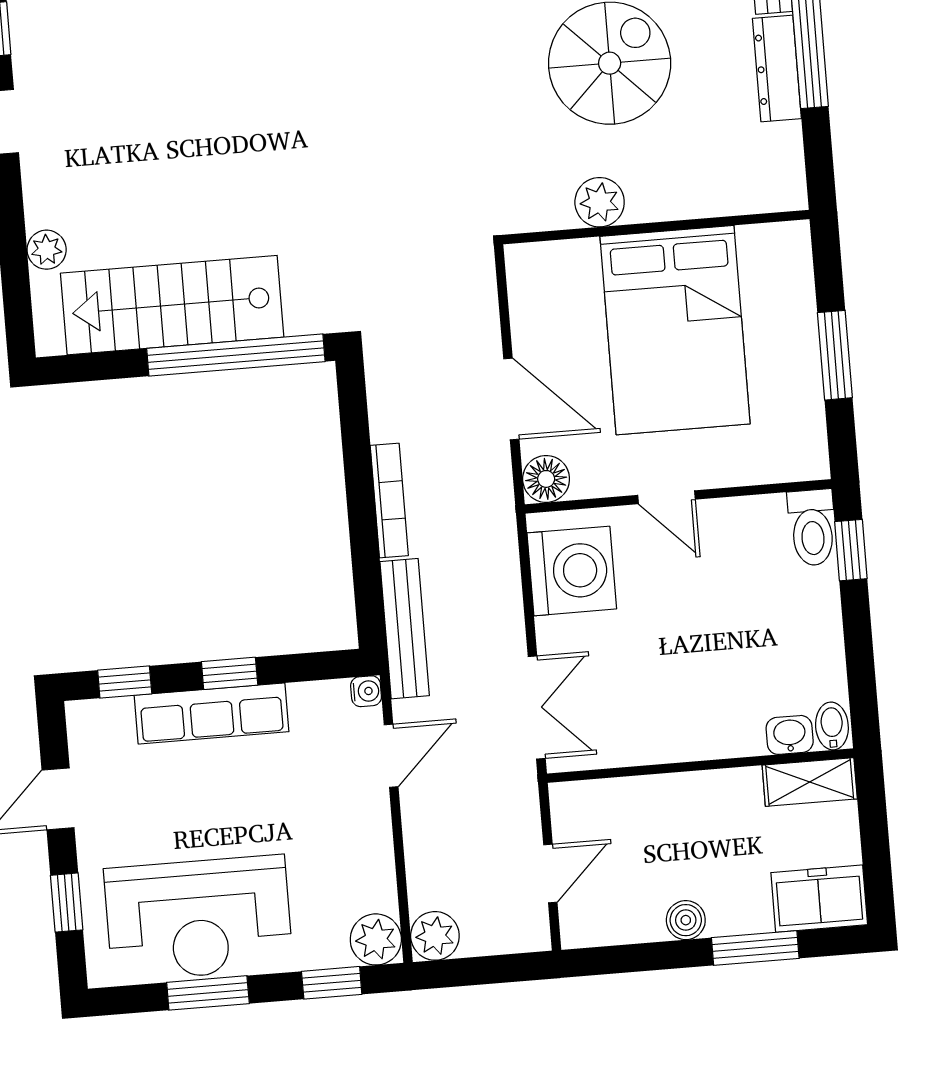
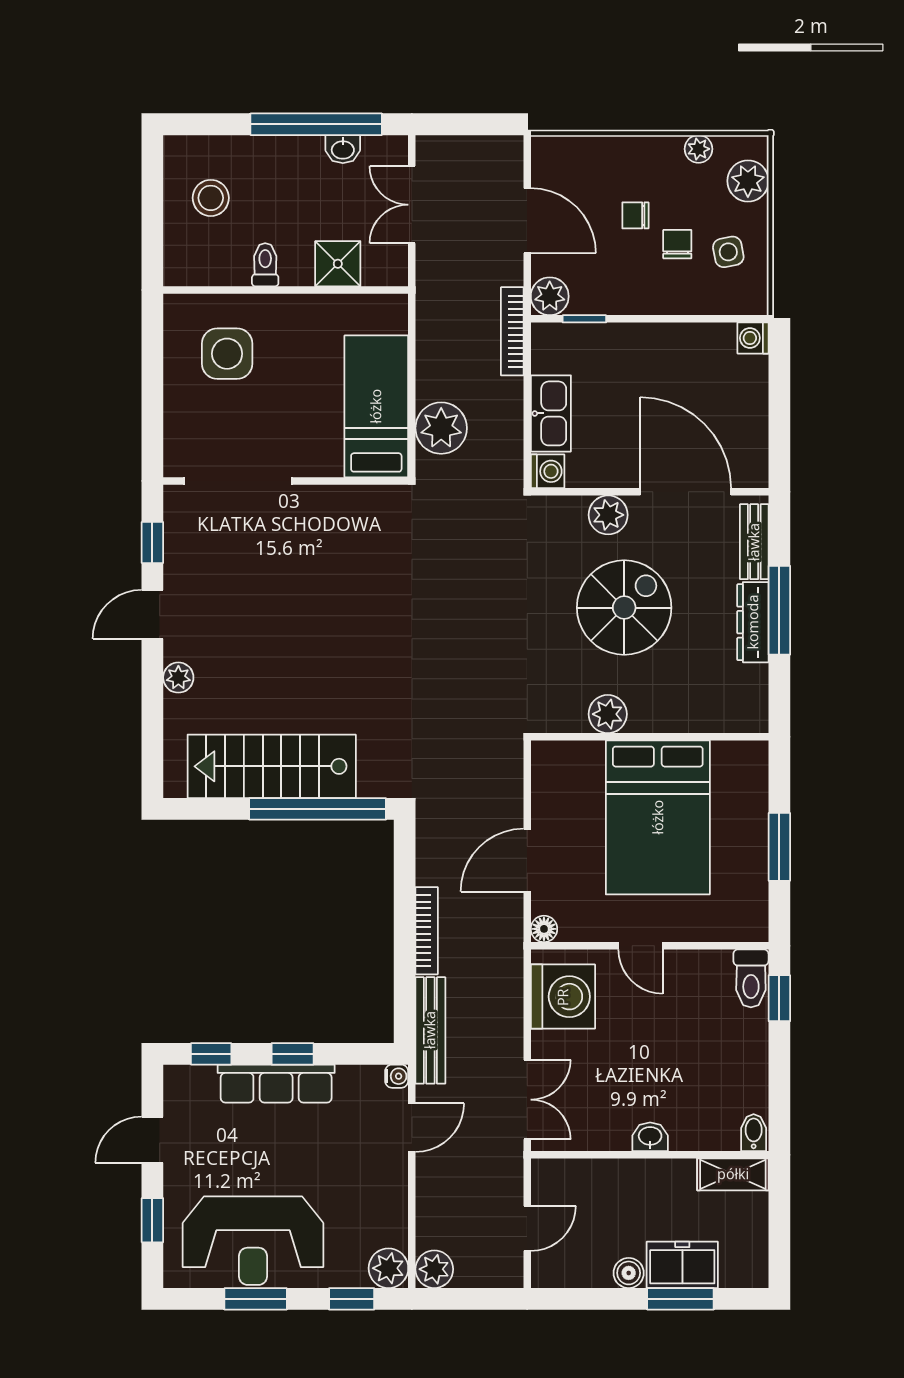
plant: (47, 250) -> (178, 678), moved
door: (511, 399) -> (527, 860), swing flipped
floor lamp: (546, 479) -> (544, 929), width x0.73, depth x0.73
washbasin: (790, 735) -> (650, 1137), moved
freezer: (819, 899) -> (682, 1265), moved

